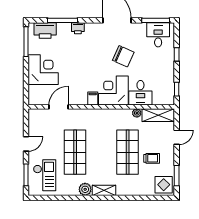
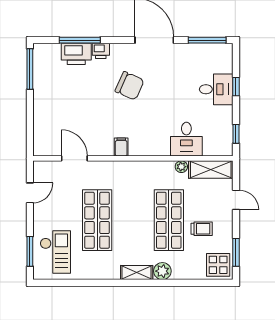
printer: (45, 30) -> (76, 54), moved
desk: (158, 35) -> (216, 89), moved, turned 90
chair: (123, 56) -> (130, 86), moved
corner desk: (43, 70) -> (53, 107), removed
corner desk: (113, 90) -> (149, 136), removed
door: (59, 107) -> (74, 158), hinge flipped
door: (177, 137) -> (236, 200), hinge flipped
door: (26, 144) -> (30, 193), moved
plant: (85, 189) -> (162, 271), moved

